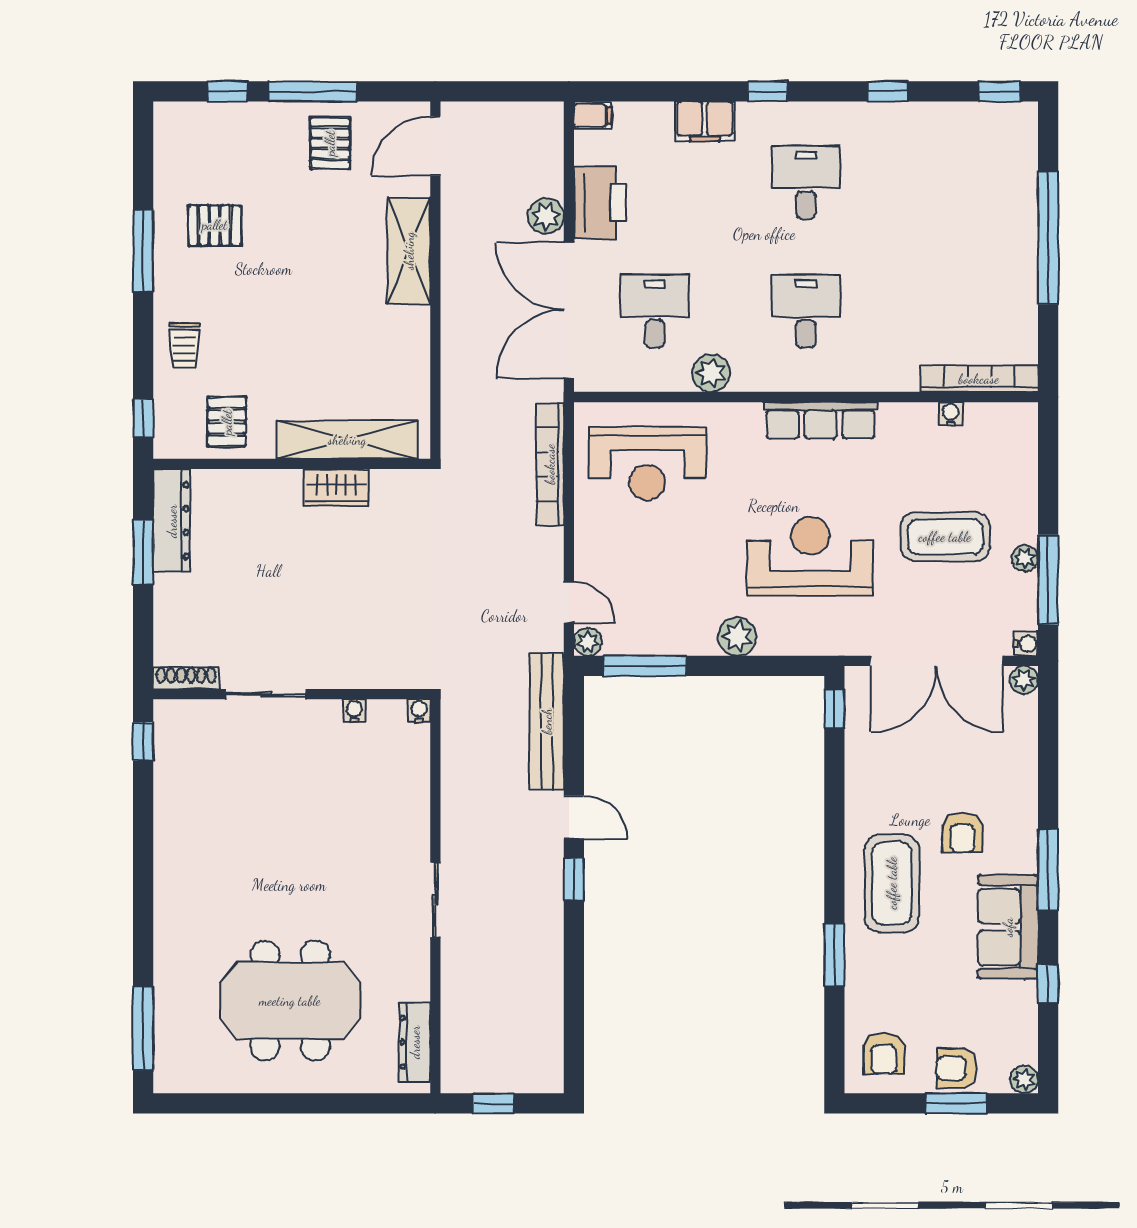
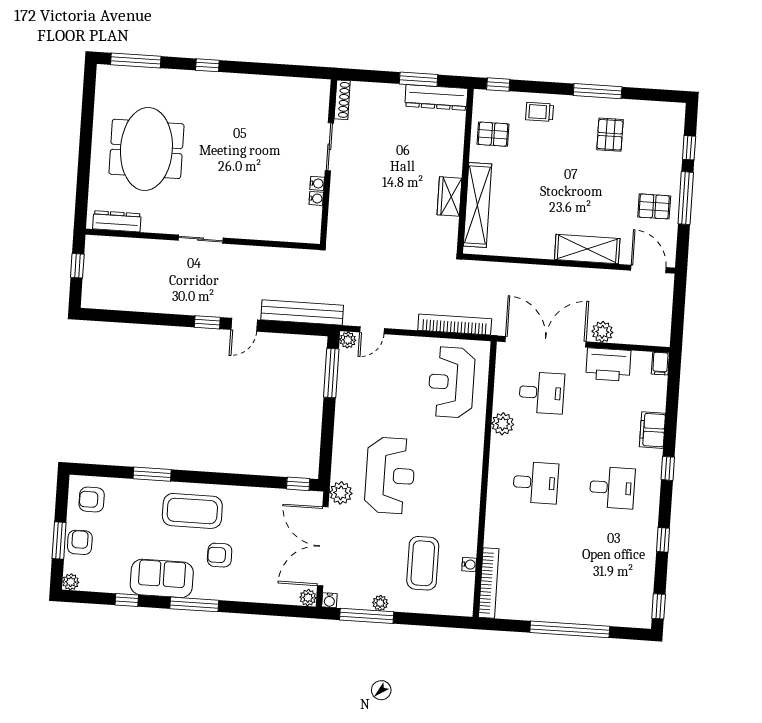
row of seats: (821, 420) -> (470, 487), removed
coffee table: (945, 537) -> (423, 563), moved
plant: (737, 637) -> (341, 493), moved
water cooler: (419, 711) -> (317, 183), moved
window: (143, 742) -> (207, 65), moved

